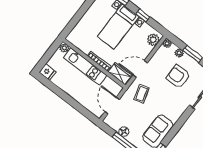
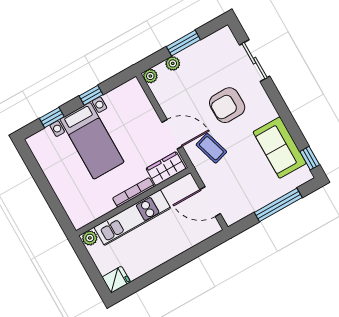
plant: (153, 40) -> (135, 95), removed
door: (140, 69) -> (172, 134), swing flipped
armchair: (178, 76) -> (227, 105), moved
floor lamp: (124, 132) -> (258, 200), removed

